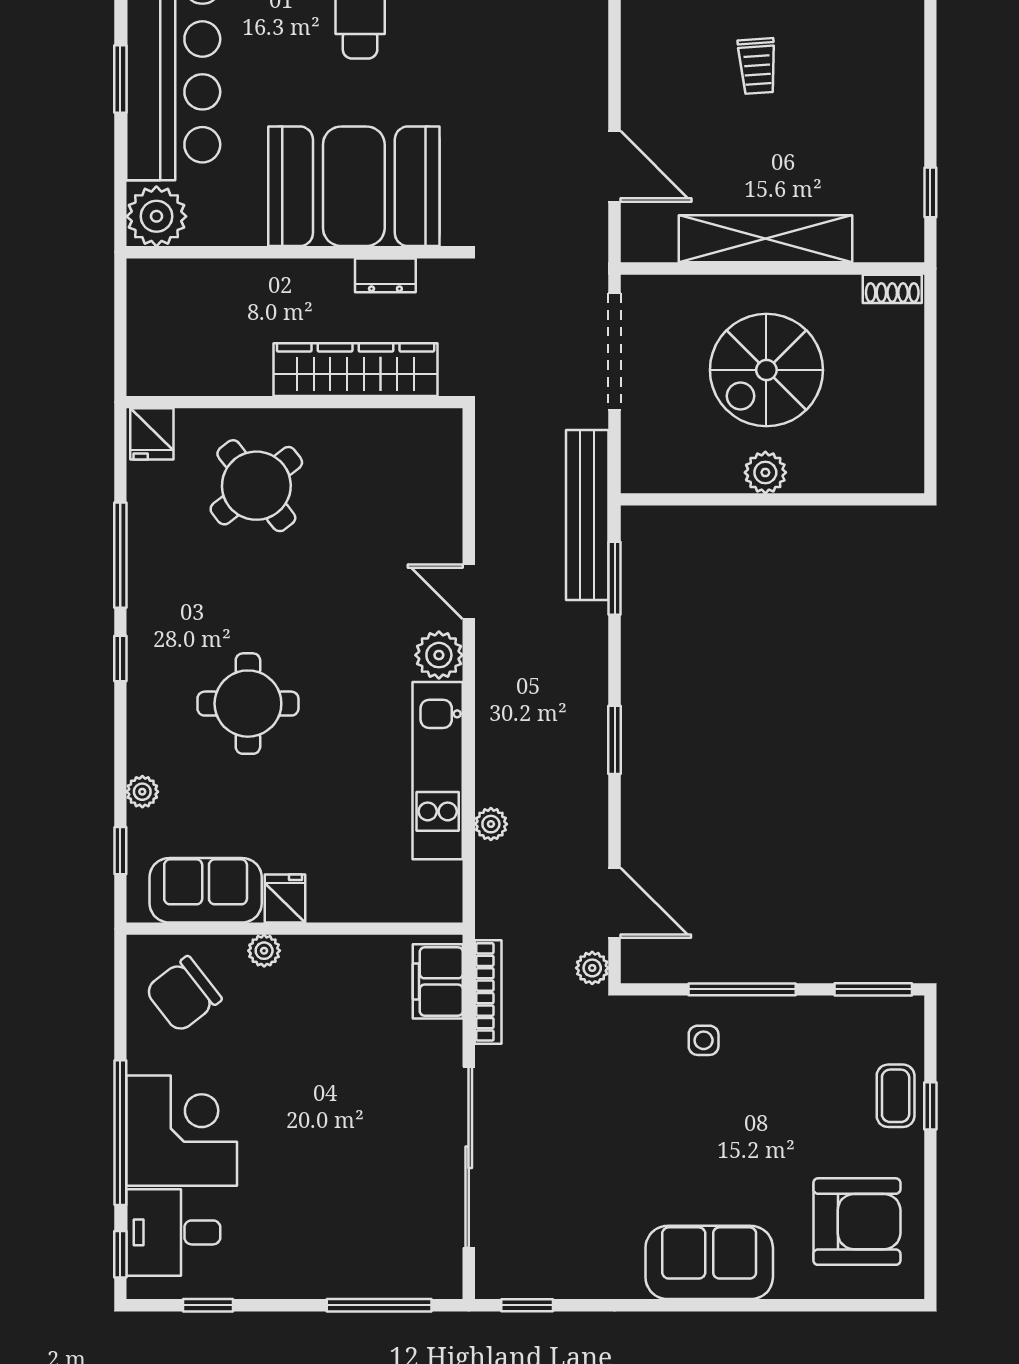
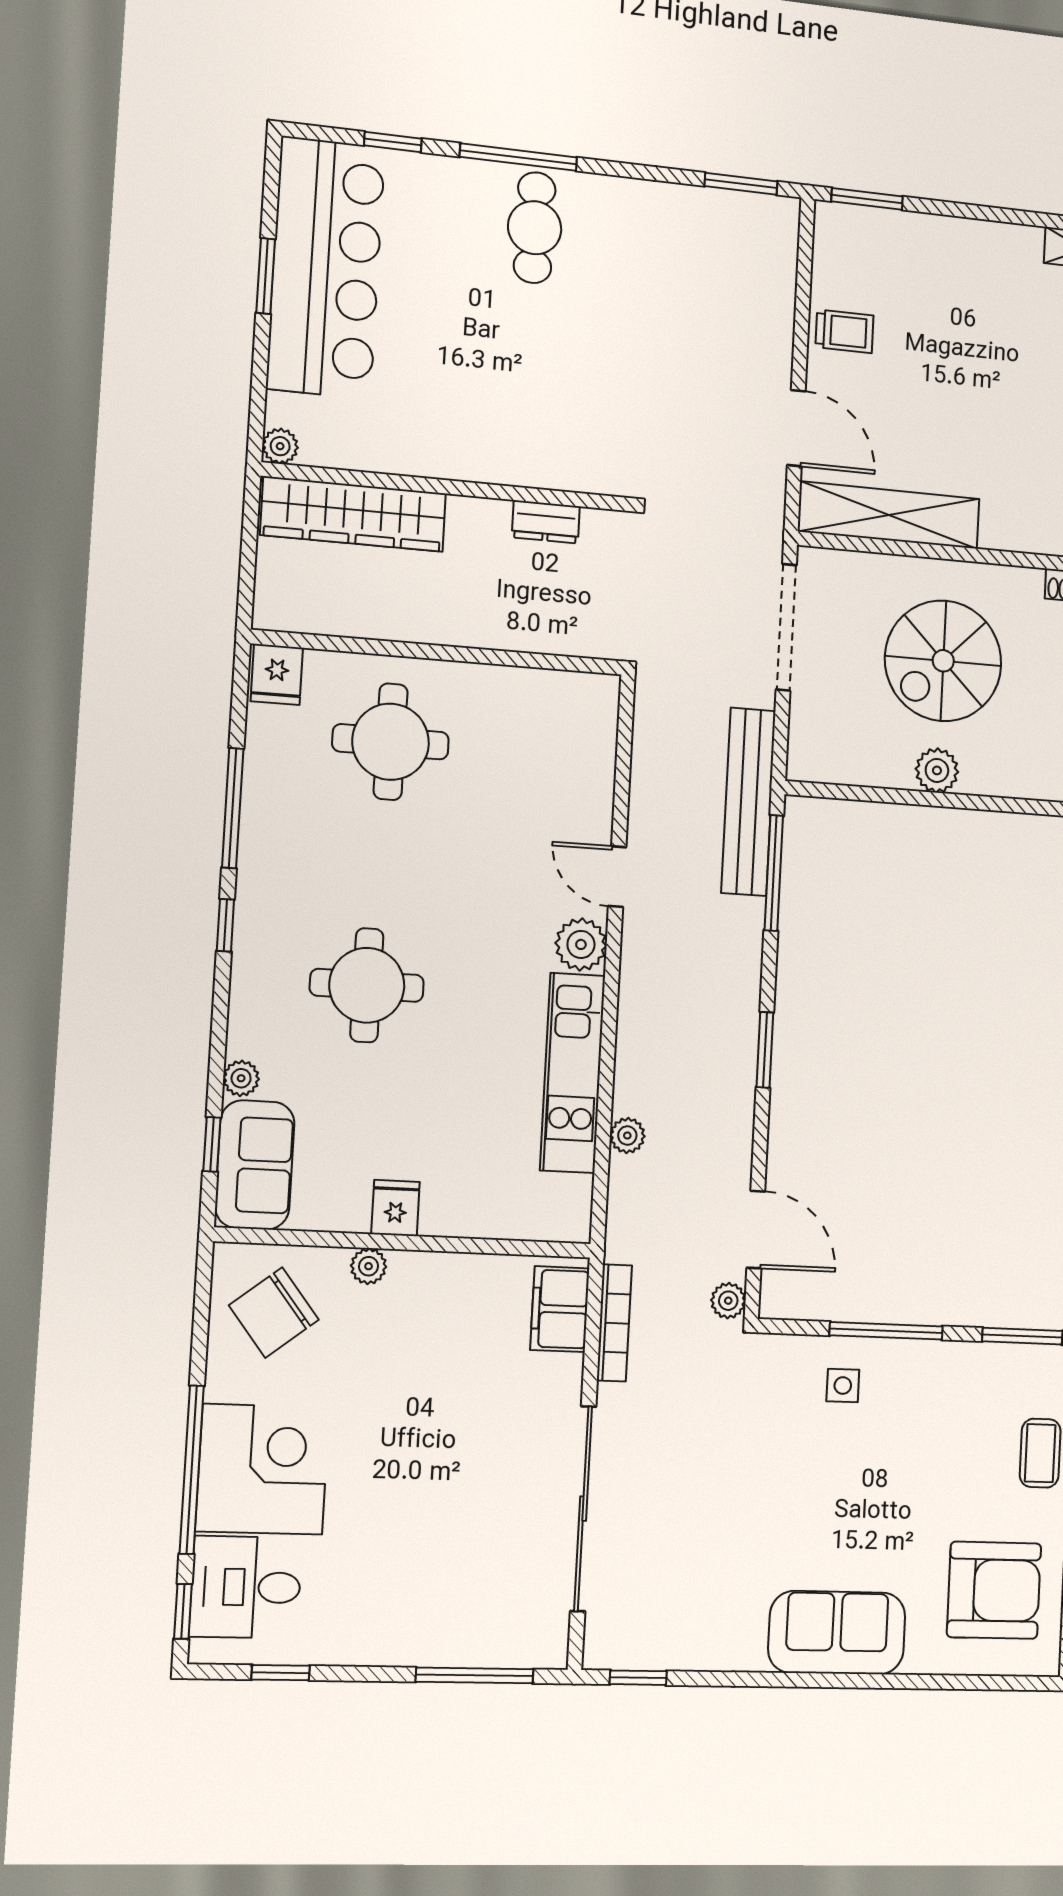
trolley: (757, 66) -> (844, 331), moved, turned -86
booth: (354, 186) -> (517, 421), removed
plant: (156, 216) -> (280, 446), width x0.53, depth x0.53
shelving: (766, 239) -> (889, 515), moved
wardrobe: (356, 370) -> (353, 514), moved, turned 180
round table: (256, 486) -> (391, 742), turned 38
window: (615, 578) -> (774, 873), width x1.44
sofa: (206, 890) -> (255, 1165), moved, turned 90

